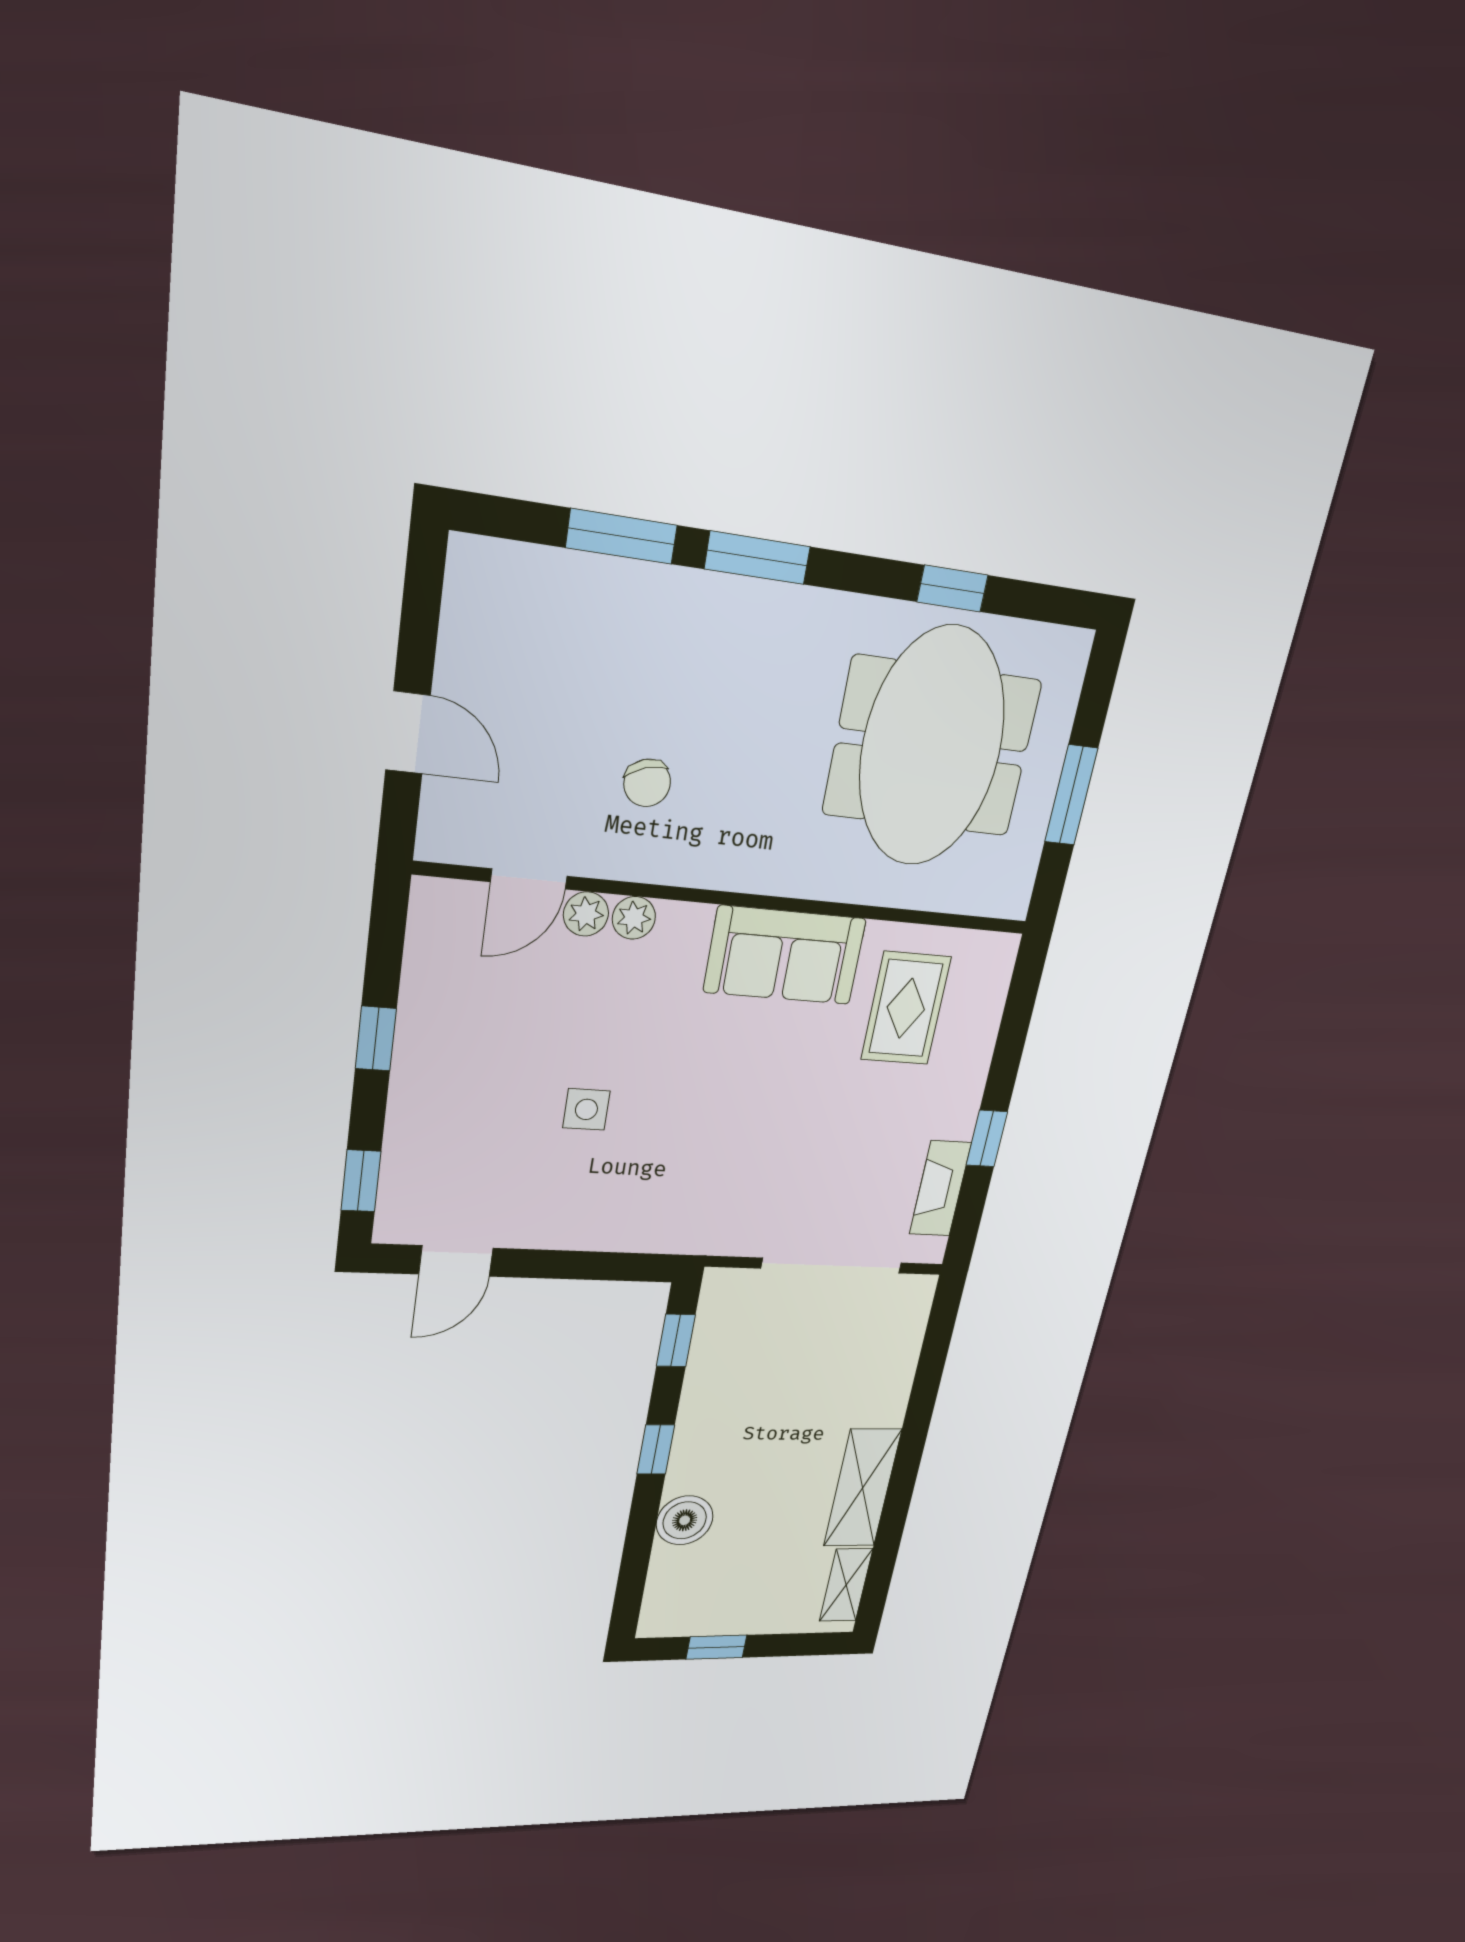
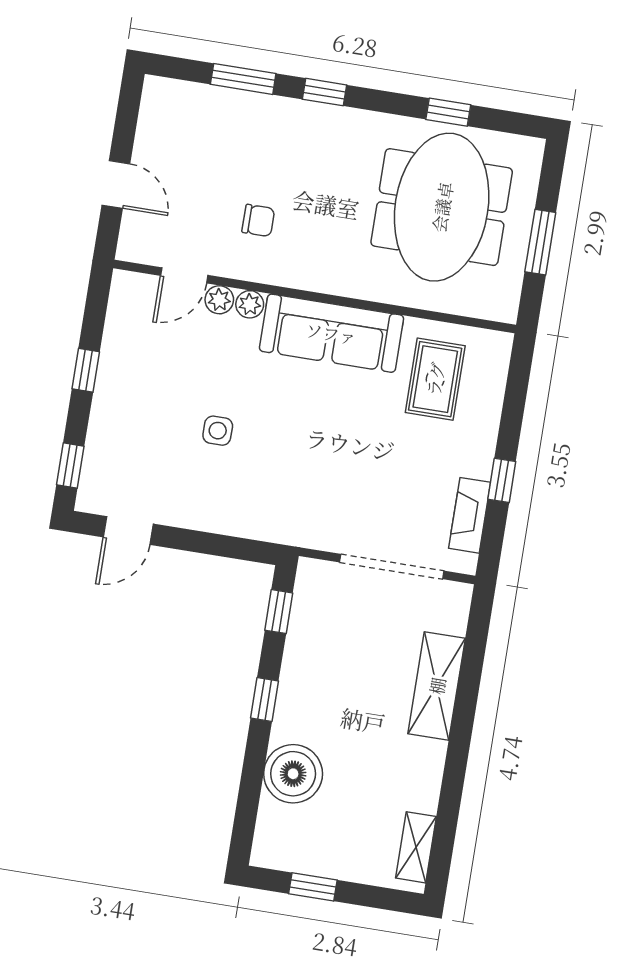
window: (757, 558) -> (325, 92), width x0.67
chair: (647, 783) -> (258, 220), turned -73
sofa: (785, 955) -> (331, 333), width x1.36
shelving: (862, 1488) -> (437, 686), moved
boiler: (685, 1520) -> (293, 774), width x1.37, depth x1.37

